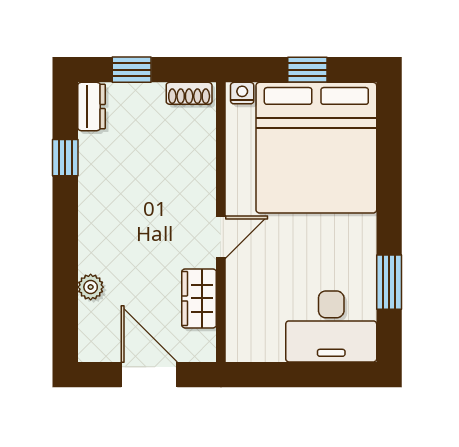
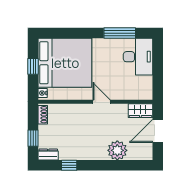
window: (389, 282) -> (120, 33), width x1.44
plant: (91, 287) -> (117, 150), width x1.87, depth x1.87
wardrobe: (199, 298) -> (140, 111), moved

